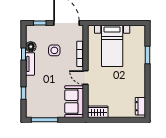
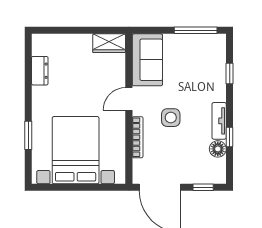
bed with nightstands: (112, 46) -> (76, 150), width x1.36
side table: (54, 50) -> (171, 118), moved
door: (86, 77) -> (129, 99), swing flipped
dresser: (140, 106) -> (40, 71), moved

